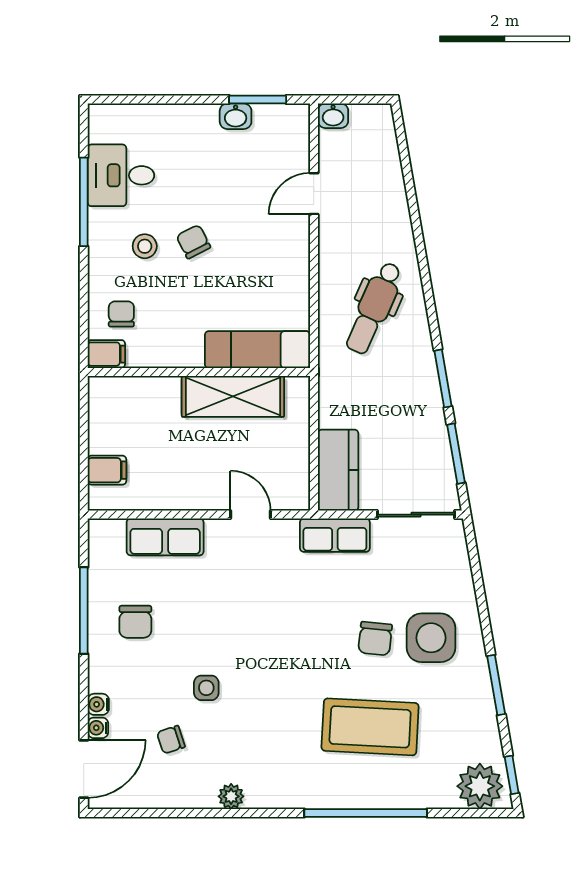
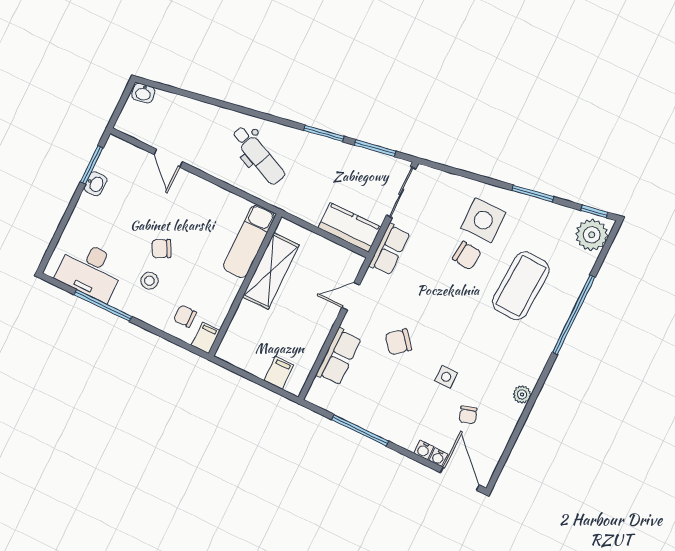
washbasin: (333, 116) -> (143, 93), moved, turned 80
desk: (121, 175) -> (90, 270), width x1.37
chair: (135, 622) -> (398, 342), moved, turned 140

